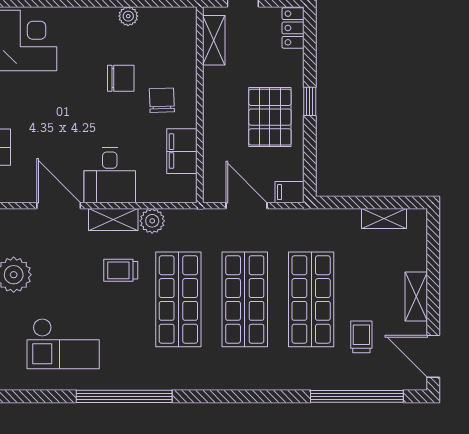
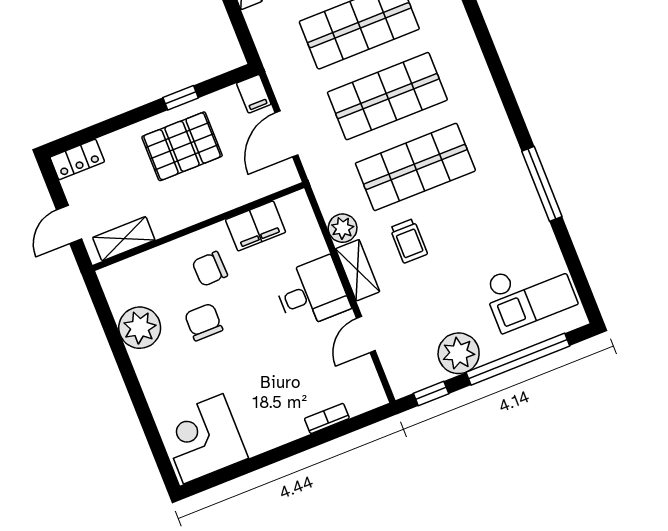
plant: (128, 16) -> (140, 328), width x1.87, depth x1.87
window: (310, 101) -> (181, 98), moved
door: (59, 206) -> (366, 334), width x0.73
checkout: (63, 344) -> (529, 292), moved, turned 90
window: (124, 396) -> (542, 184), width x0.68

